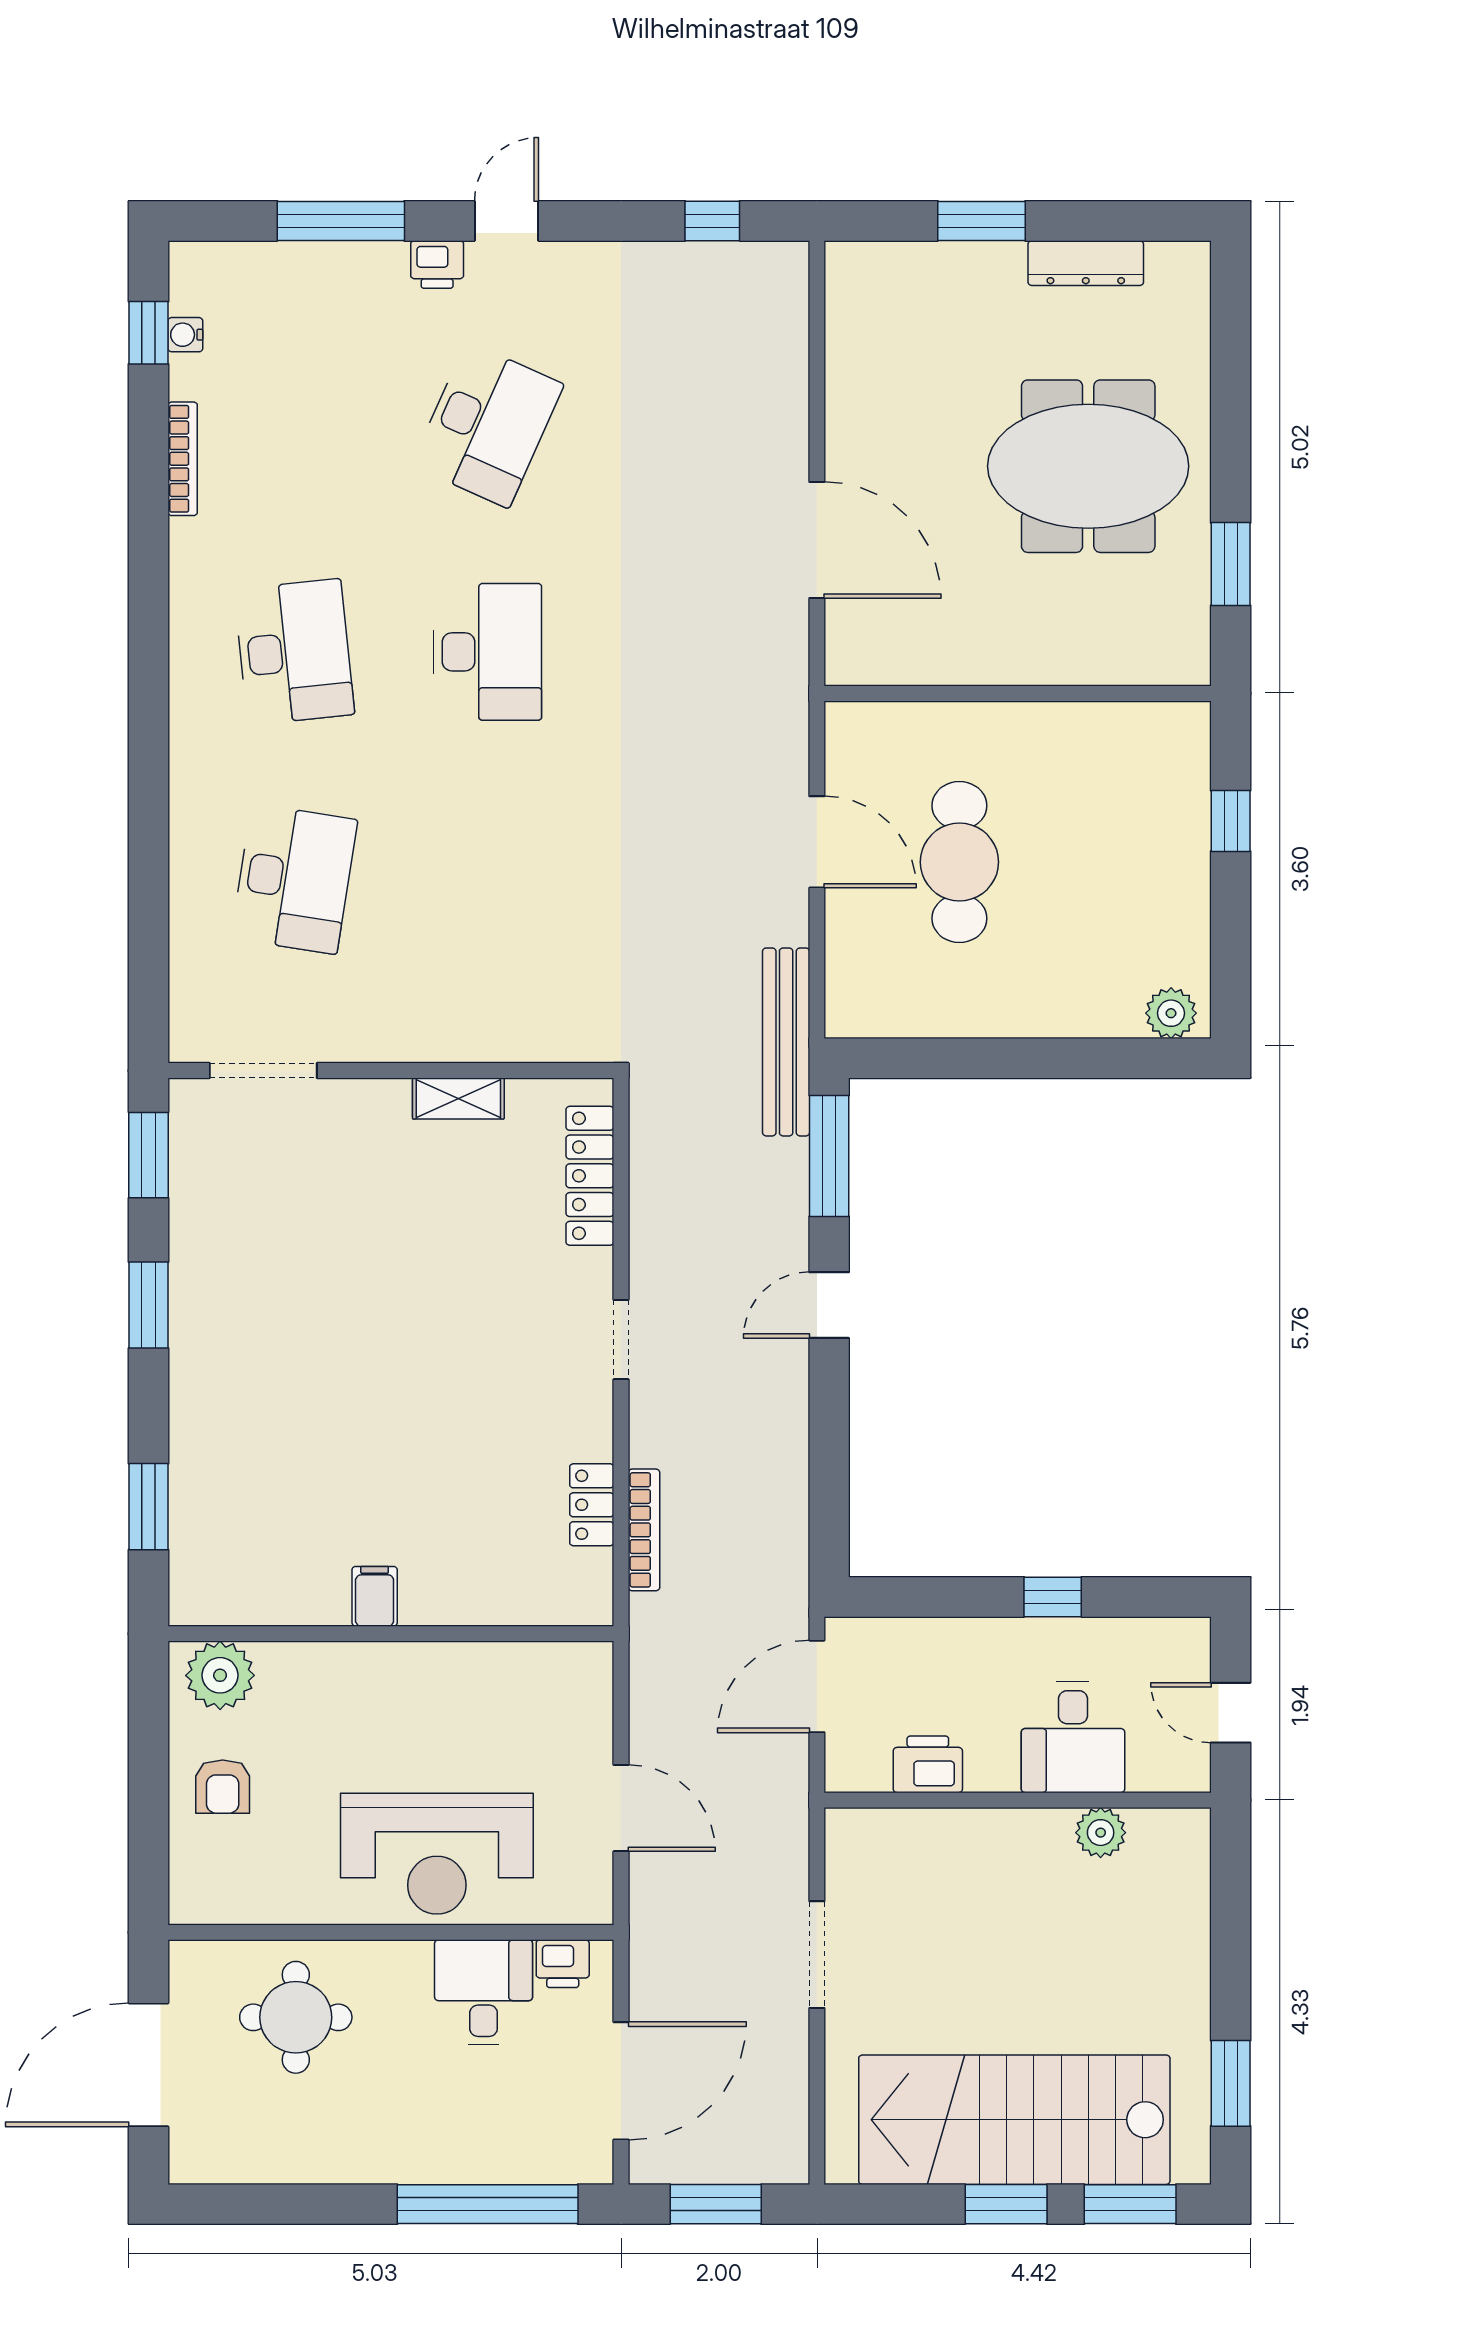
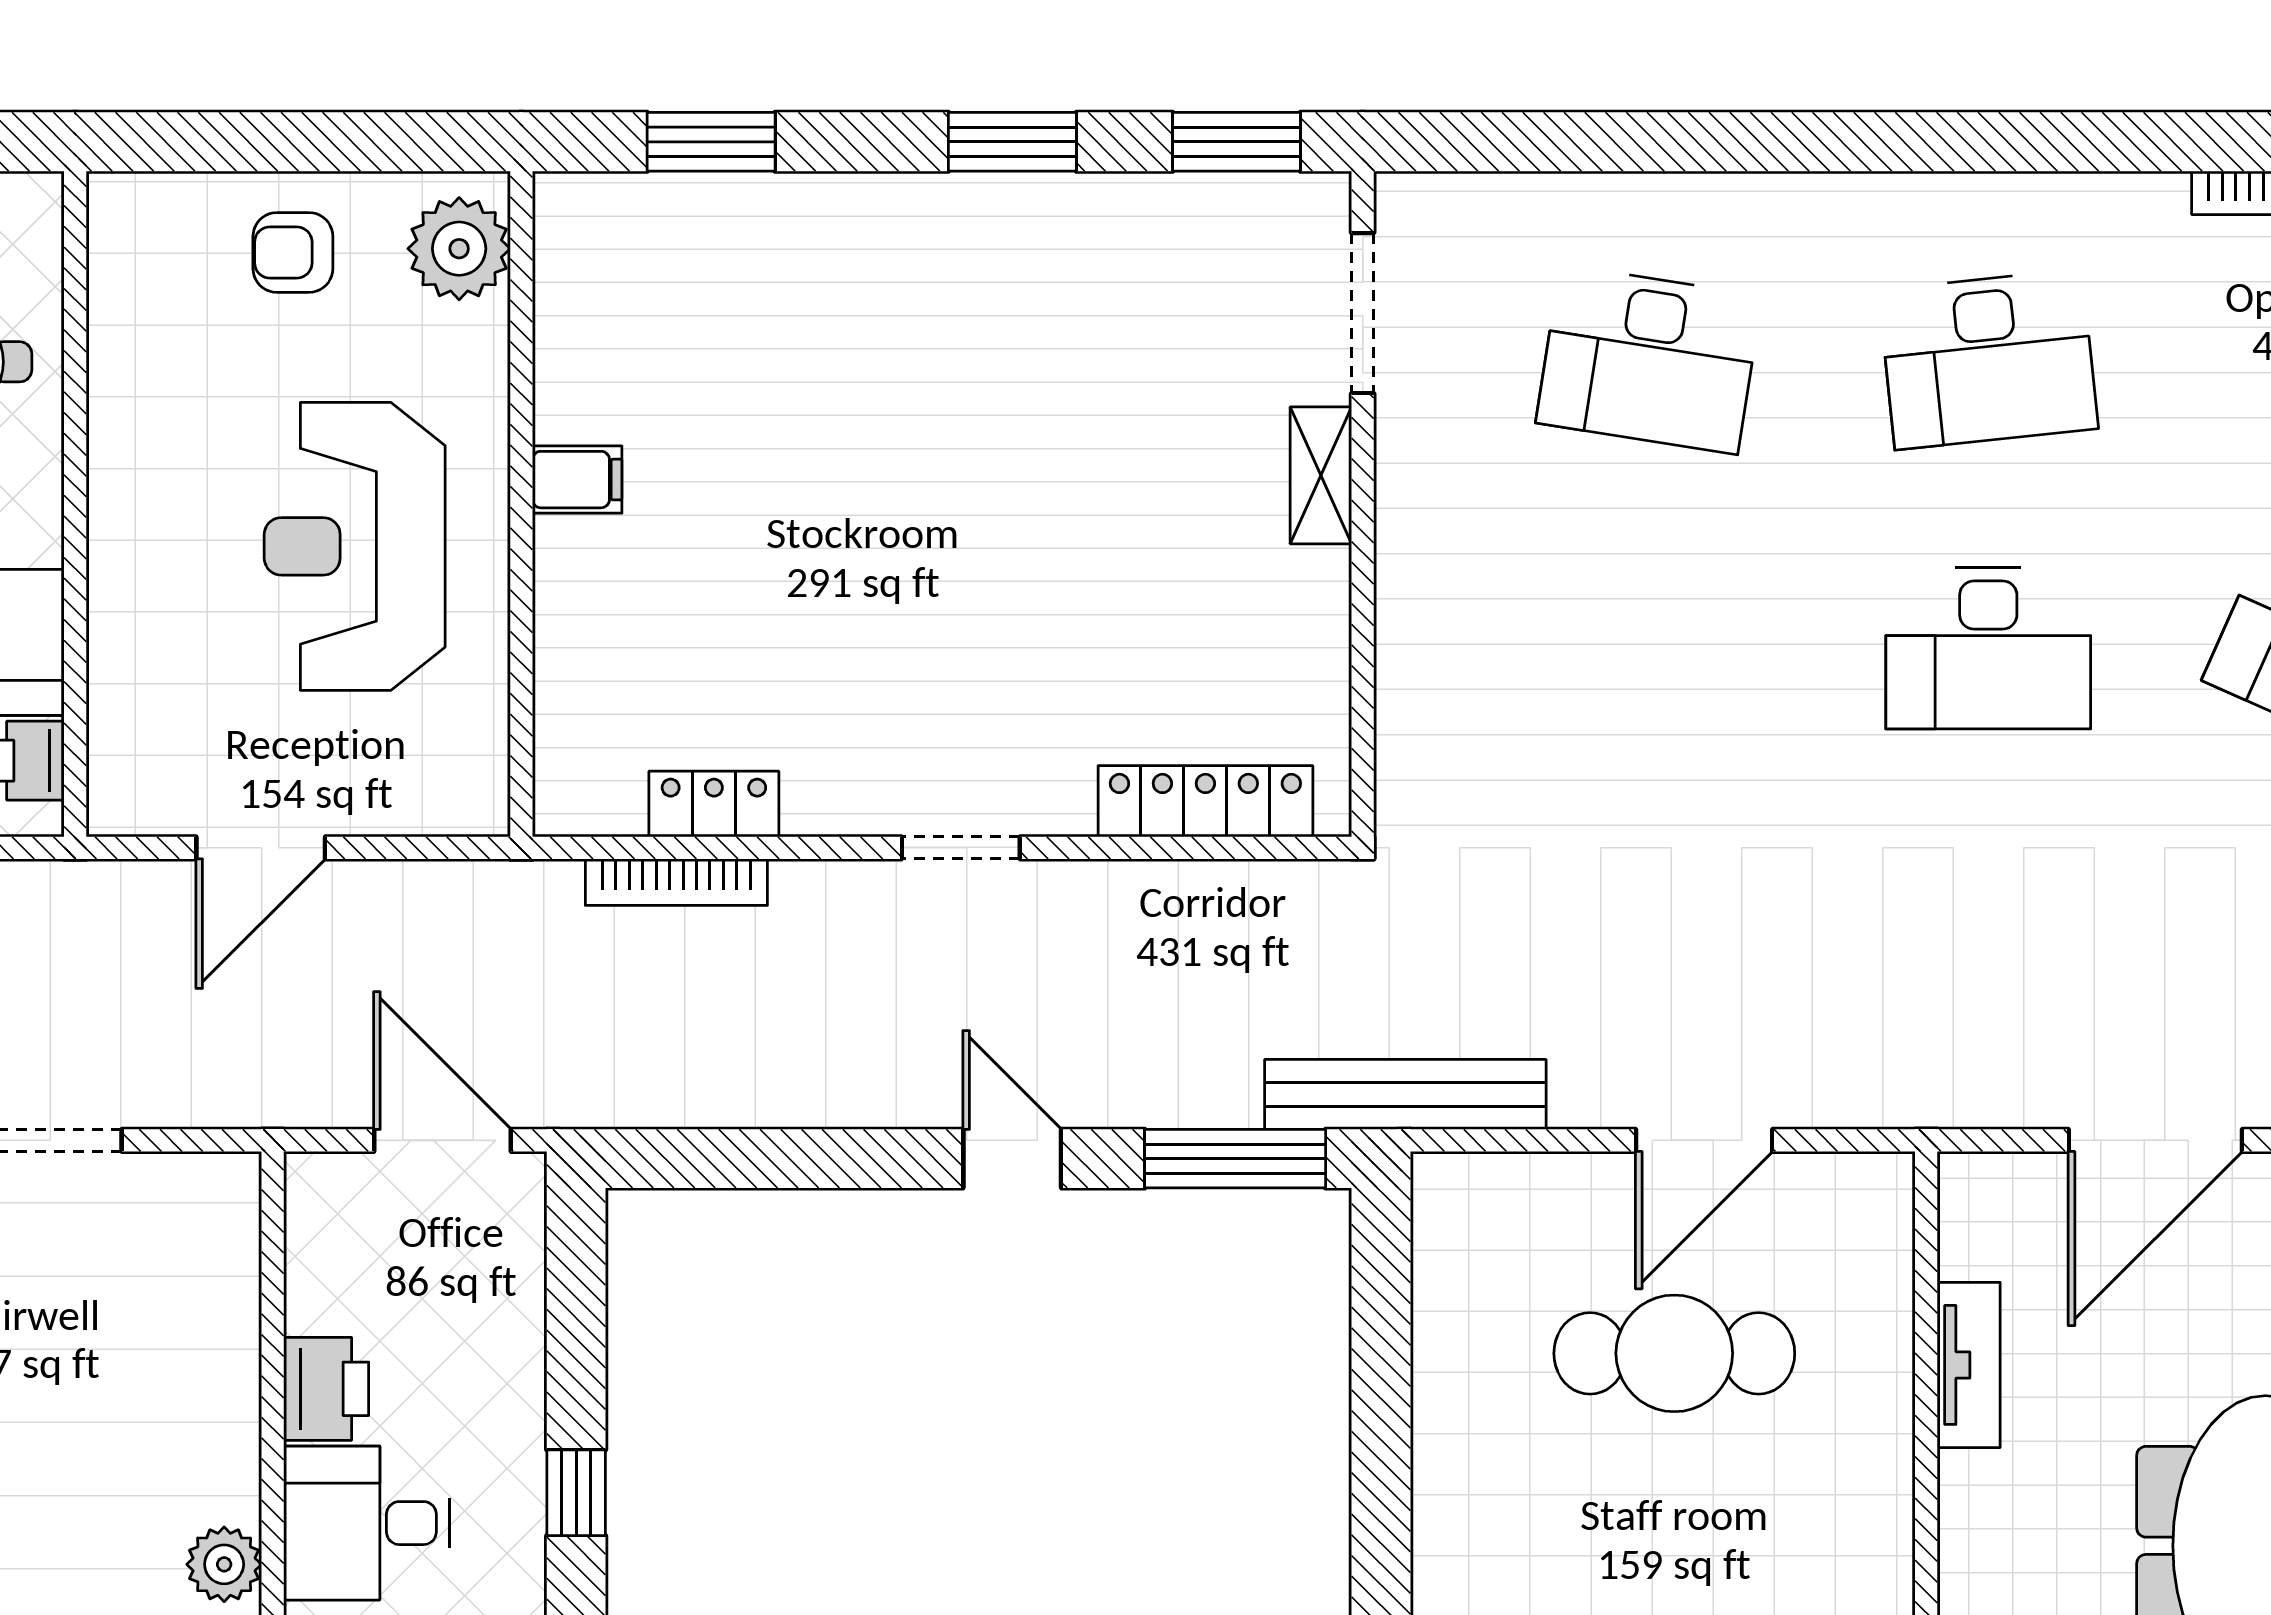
tv unit: (967, 665) -> (1969, 1365), added
shelving: (458, 1098) -> (1321, 475), moved
printer: (928, 1764) -> (326, 1389), moved
reception desk: (437, 1854) -> (355, 546), moved

